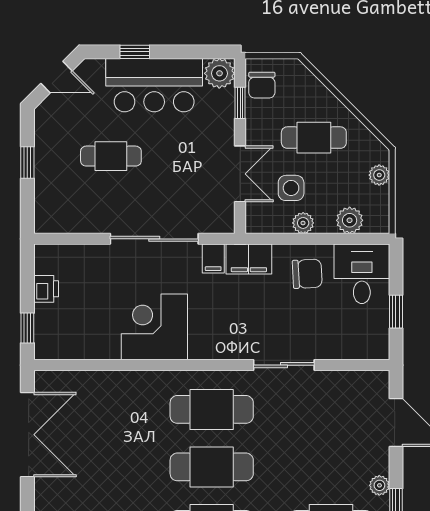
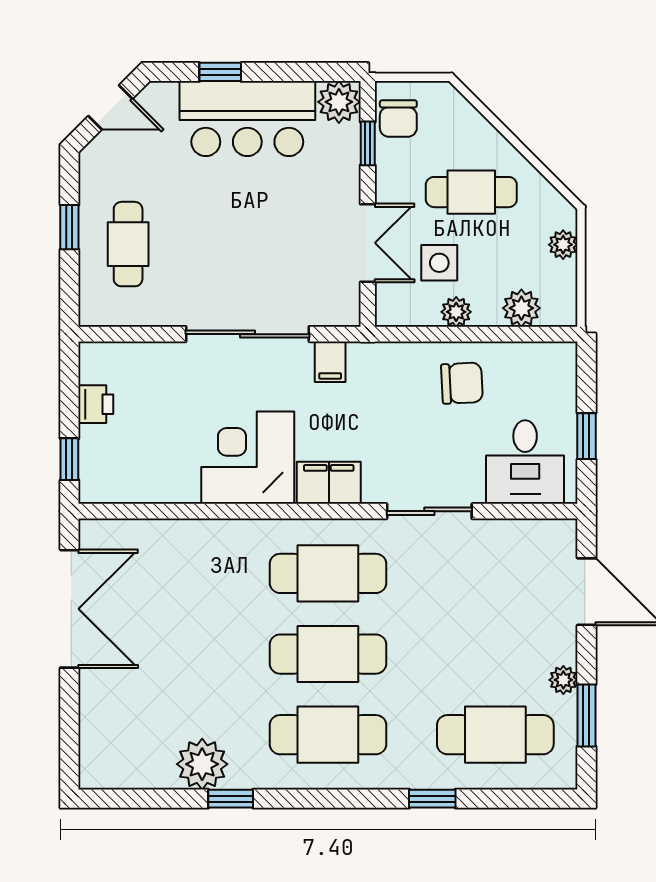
cafe table: (111, 156) -> (128, 244), moved, turned 90
filing cabinet: (249, 259) -> (329, 483), moved, turned 180
desk: (362, 274) -> (525, 462), moved, turned 180

